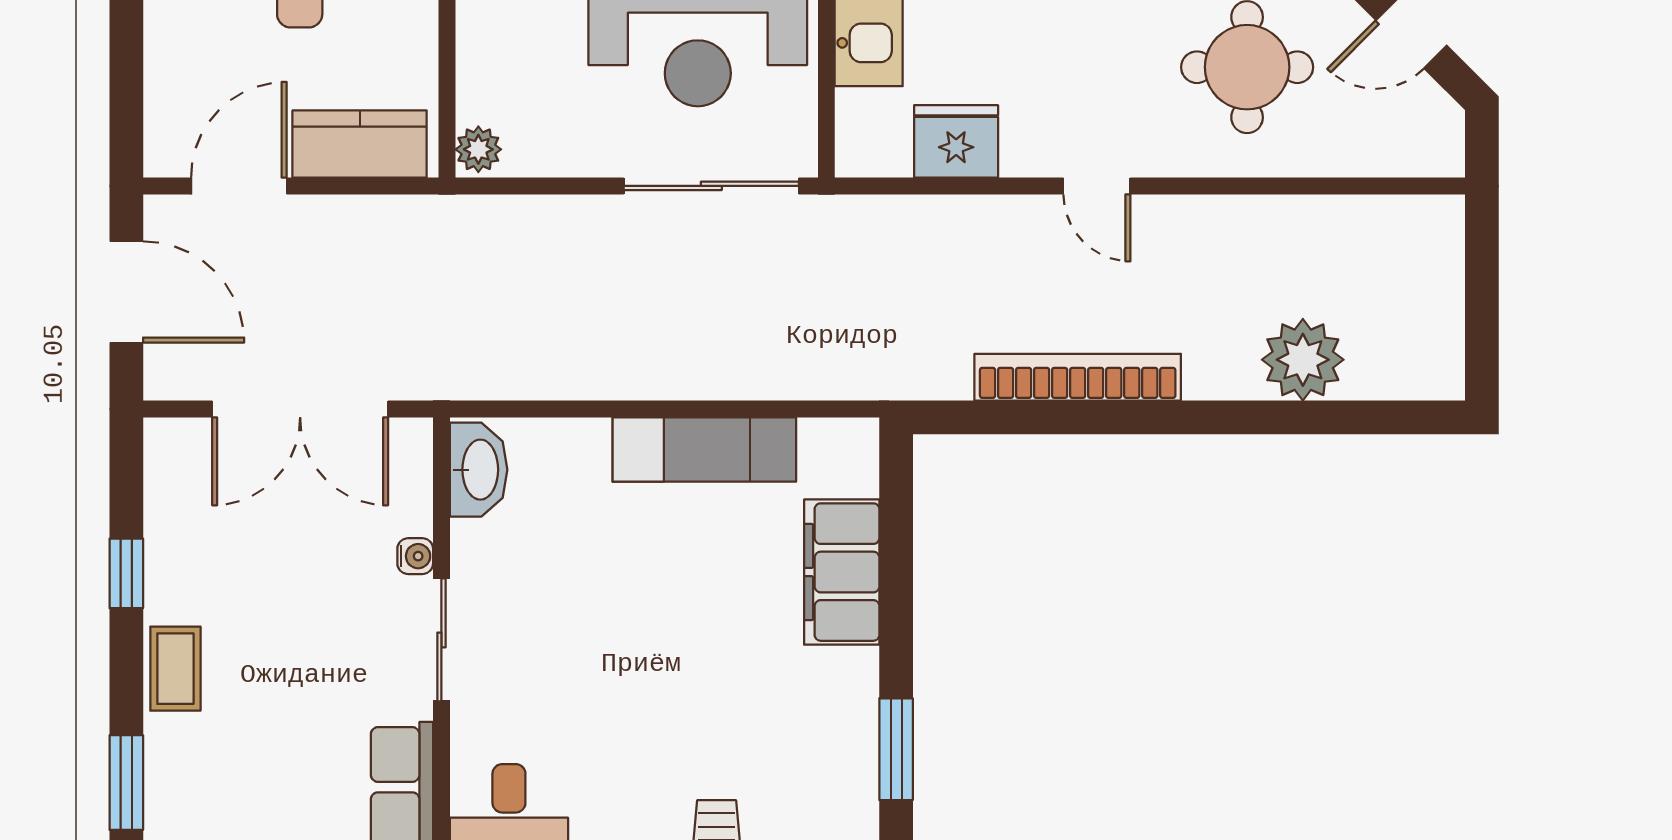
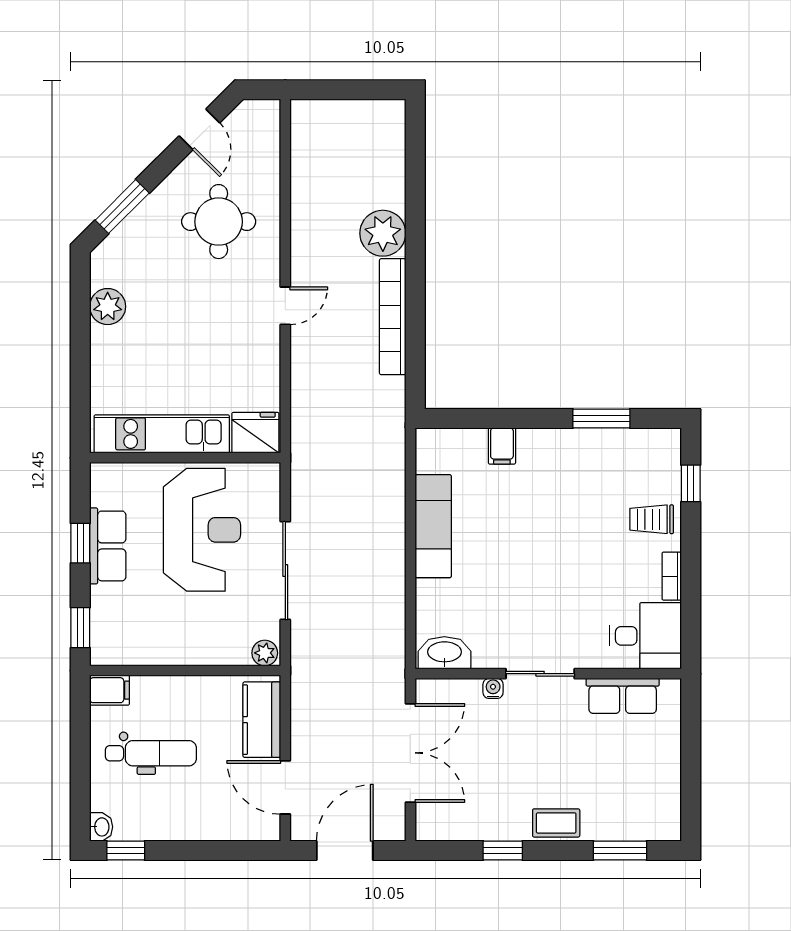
fridge: (956, 141) -> (255, 433), moved, turned 90
sliding door: (711, 186) -> (285, 571), moved
plant: (1303, 360) -> (383, 233), moved
filing cabinet: (842, 572) -> (502, 446), width x0.33, depth x0.86

